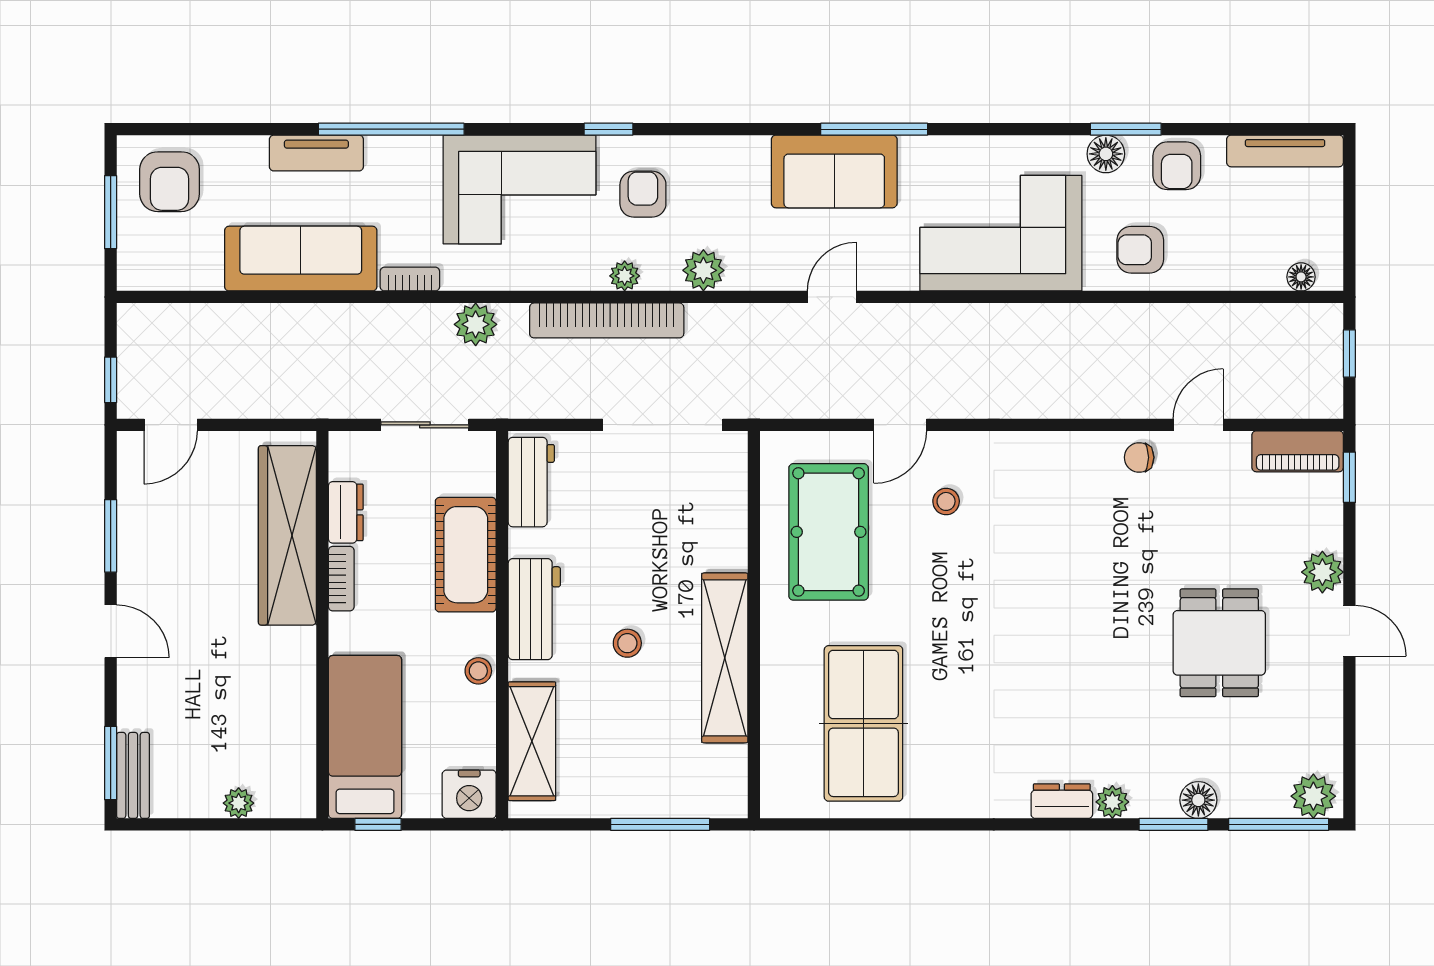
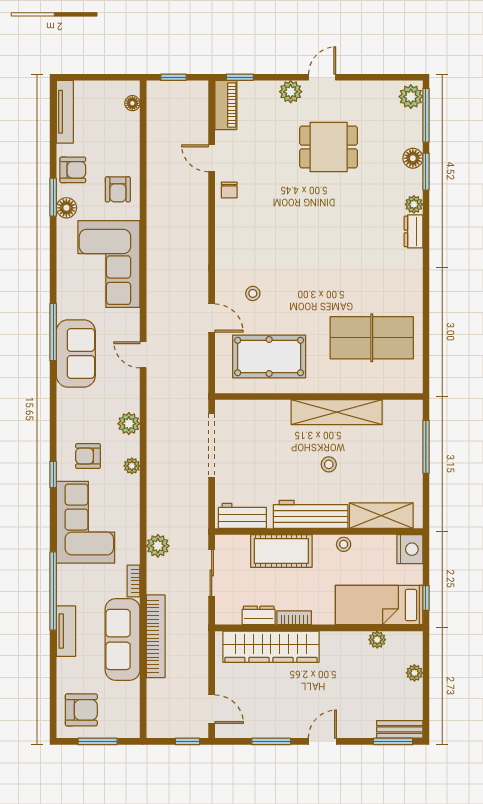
bookcase: (607, 320) -> (156, 636), moved
workbench: (534, 609) -> (311, 514), width x1.38
plant: (300, 734) -> (377, 640), added

